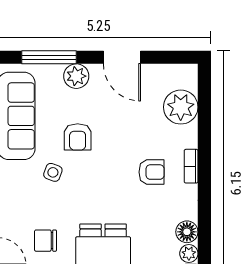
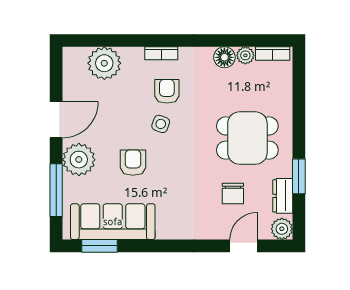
plant: (76, 76) -> (79, 160), width x1.36, depth x1.36
armchair: (78, 137) -> (133, 163), turned -90
side table: (53, 172) -> (161, 124), moved

